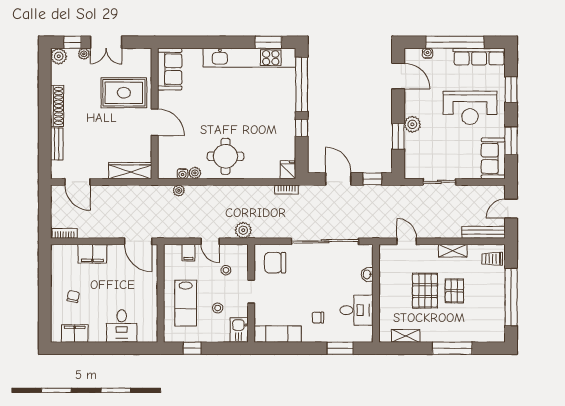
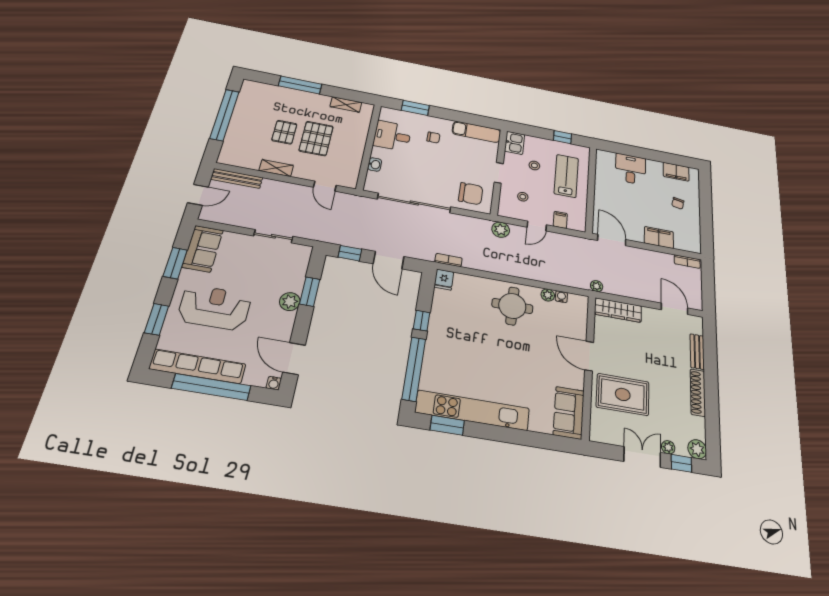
water cooler: (428, 53) -> (274, 383), moved
row of seats: (479, 57) -> (198, 366), width x1.36
plant: (179, 190) -> (597, 286), moved
door: (210, 241) -> (537, 226), swing flipped
trolley: (492, 259) -> (234, 152), removed

